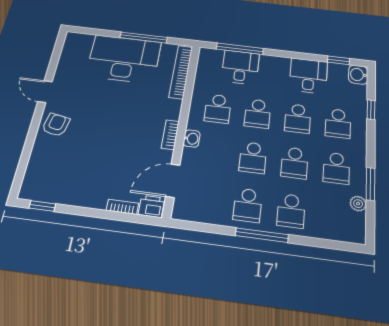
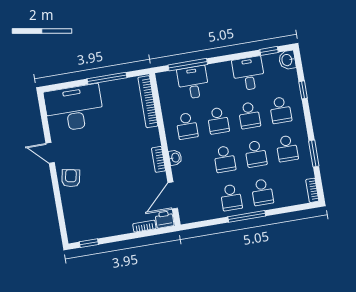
desk: (124, 59) -> (74, 108), moved
plant: (358, 204) -> (308, 172), removed
bookcase: (359, 228) -> (312, 190), added

